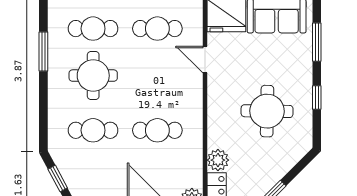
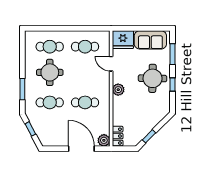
window: (43, 52) -> (22, 89), moved
round table: (267, 111) -> (153, 78), moved
plant: (218, 160) -> (118, 90), moved

